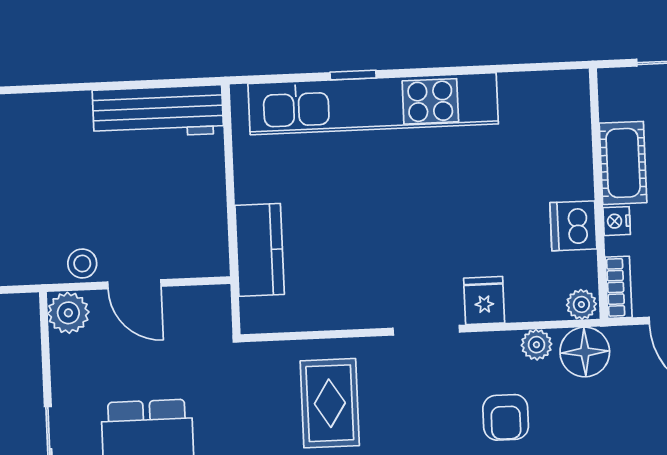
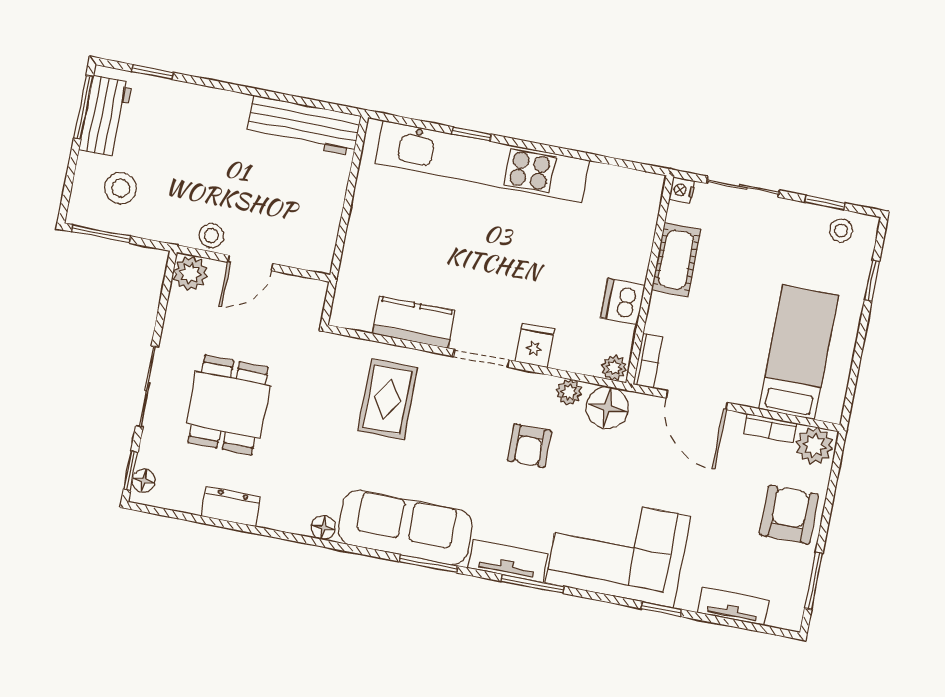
nightstand: (617, 221) -> (682, 190), moved
kitchen counter: (260, 250) -> (414, 322), moved, turned -90
door: (134, 284) -> (250, 263), hinge flipped

